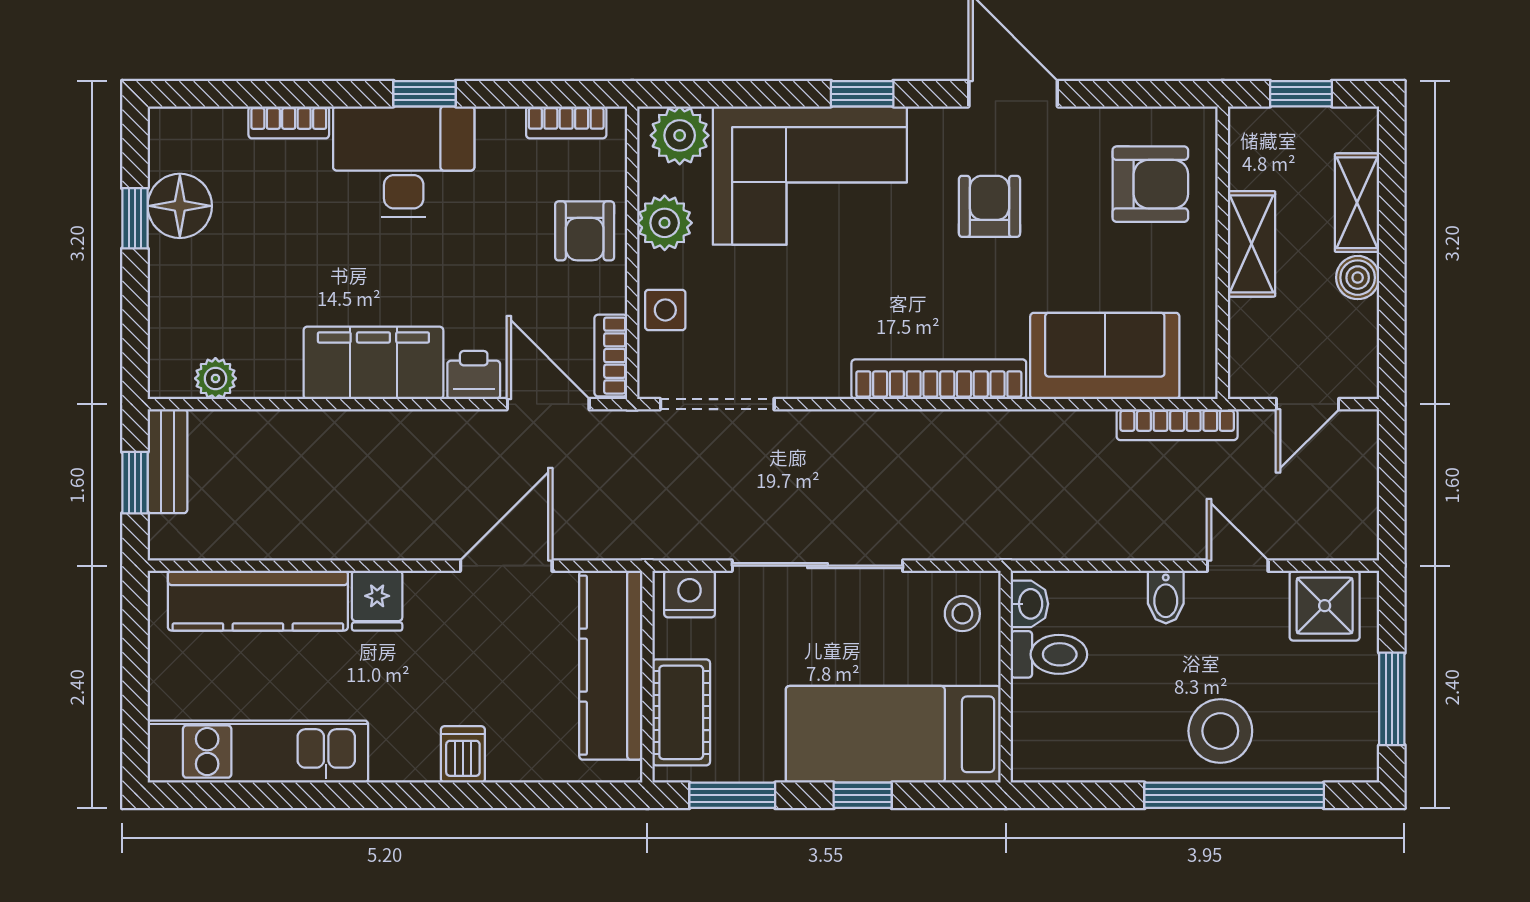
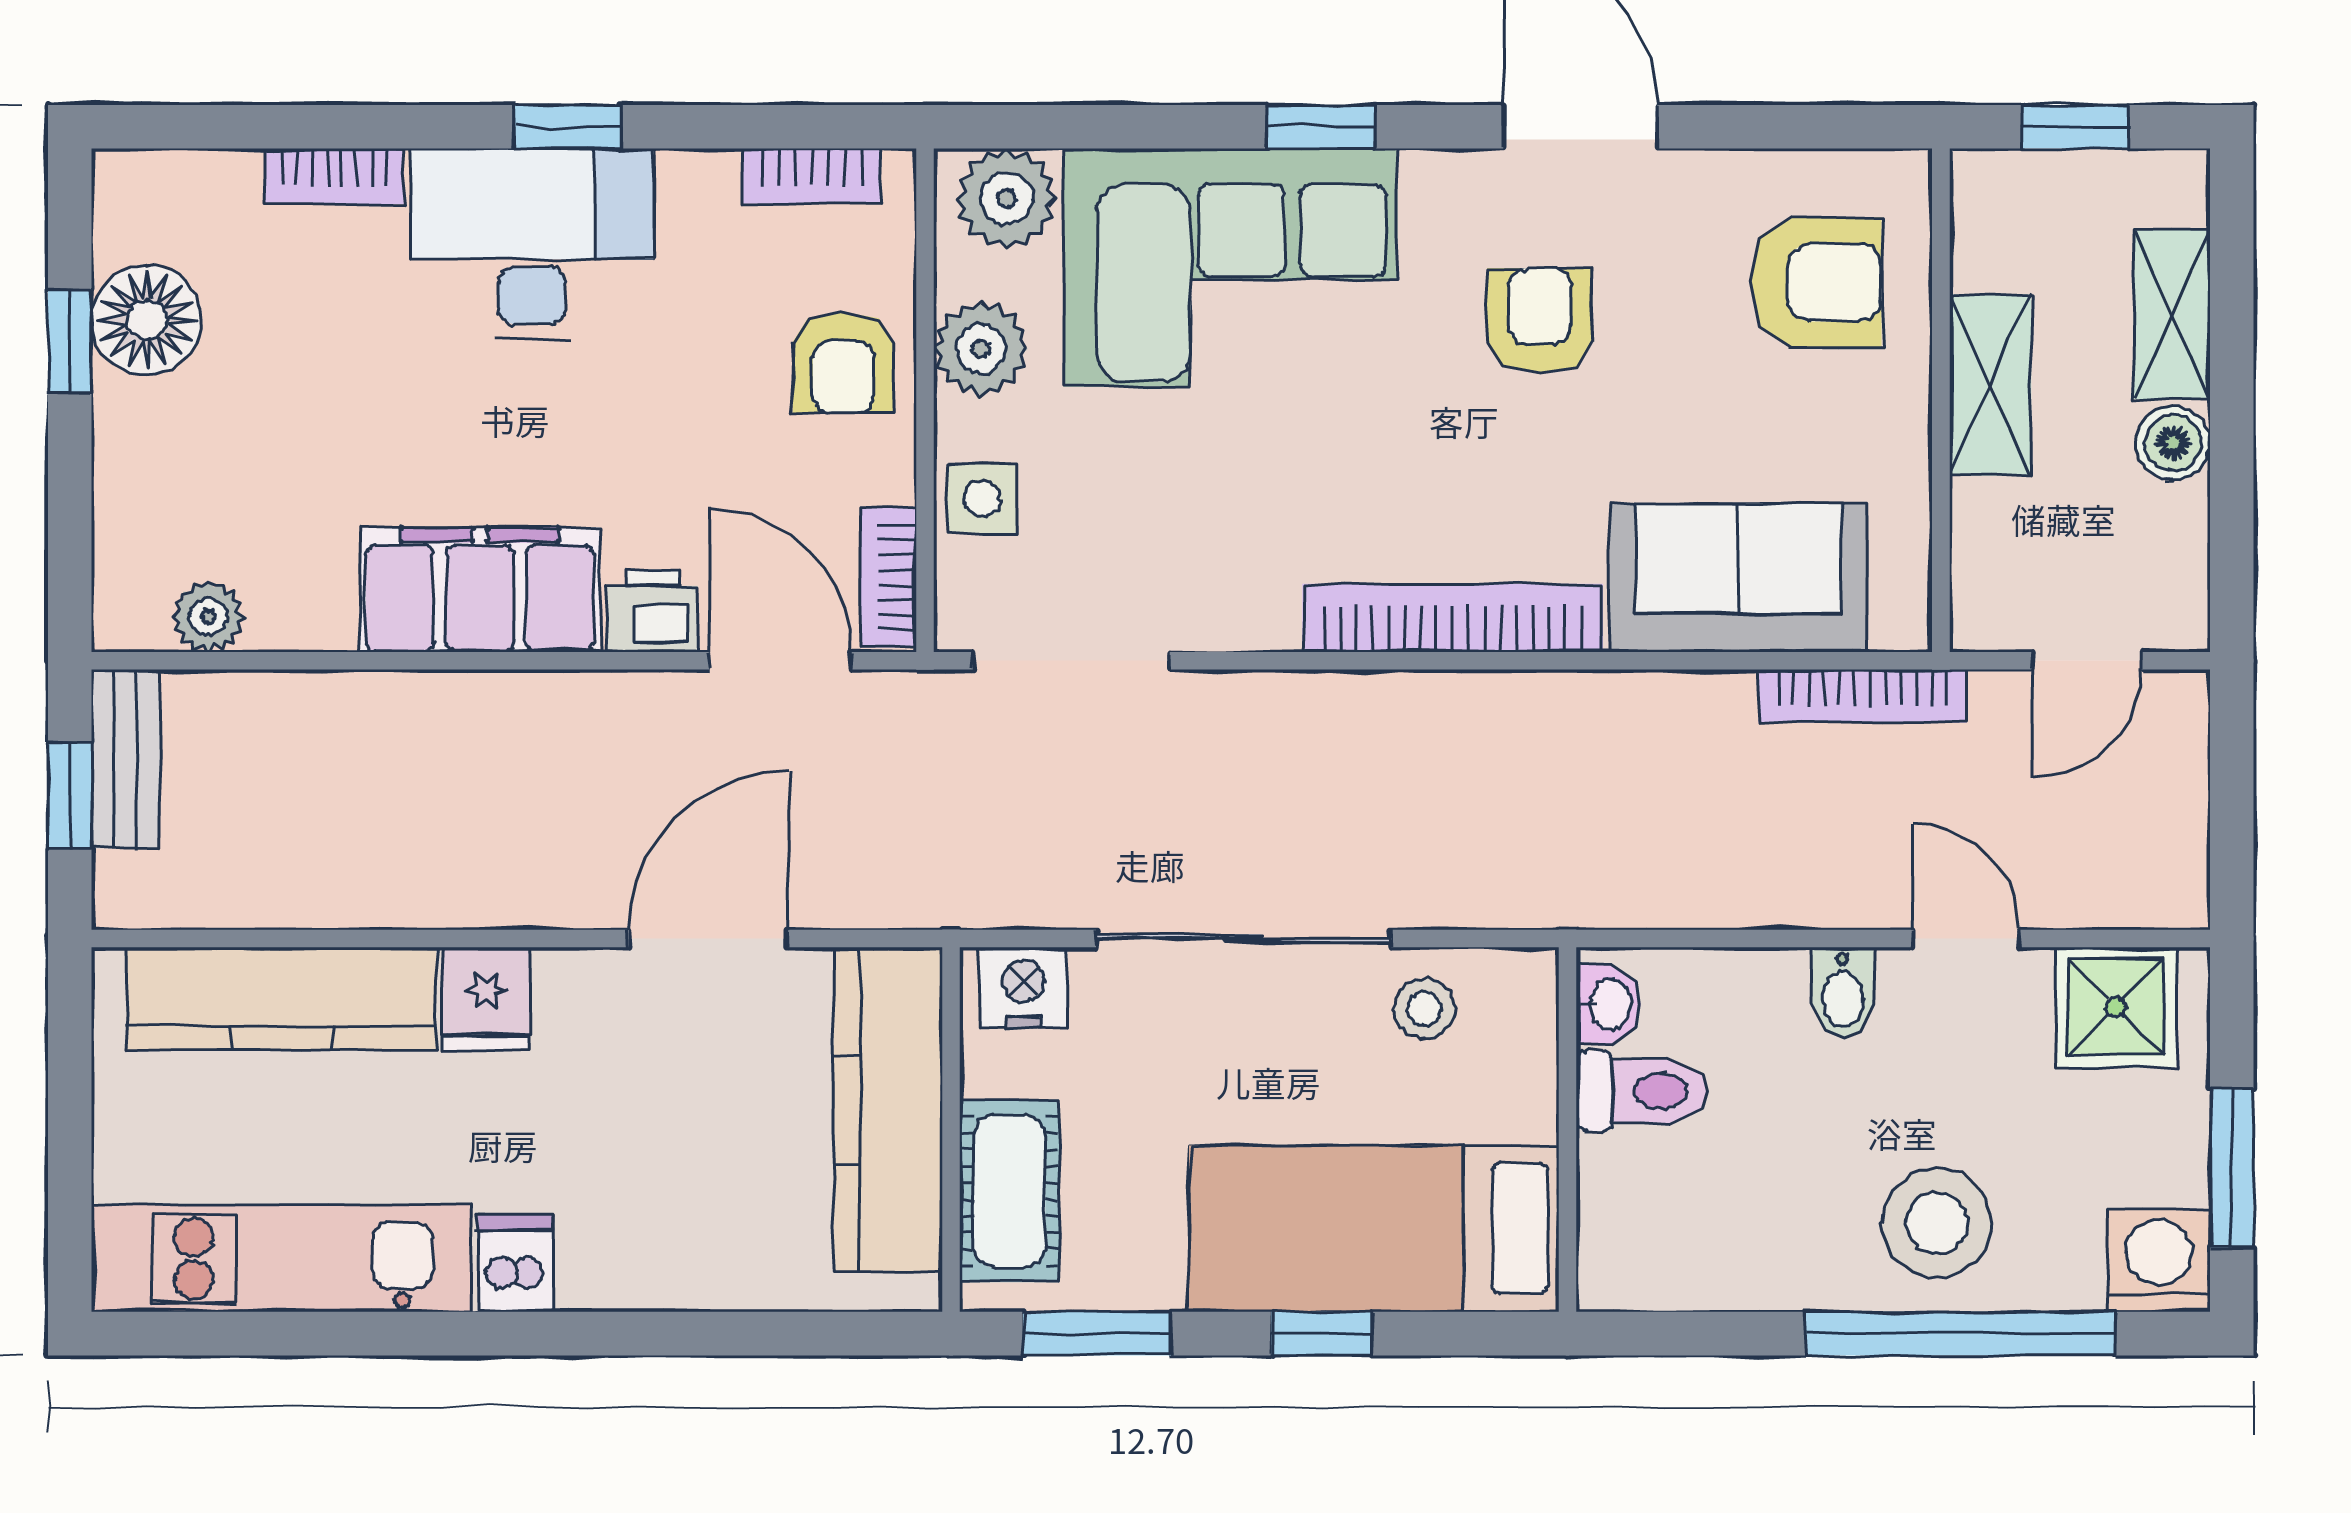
stool: (962, 614) -> (1425, 1009), moved
washing machine: (1349, 753) -> (2159, 1261), added
dishwasher: (463, 754) -> (515, 1263), moved

